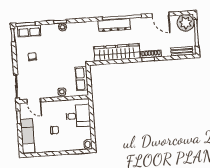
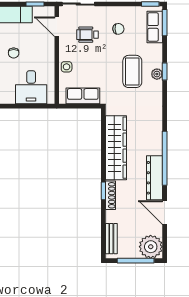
door: (161, 15) -> (165, 213), hinge flipped
dresser: (114, 25) -> (155, 178), moved
coffee table: (62, 45) -> (132, 71), added
wheelchair: (38, 78) -> (87, 35), added
door: (34, 101) -> (57, 27), hinge flipped

